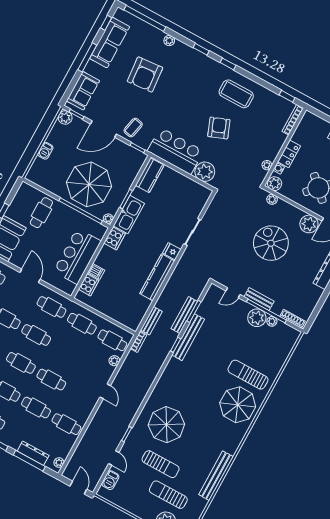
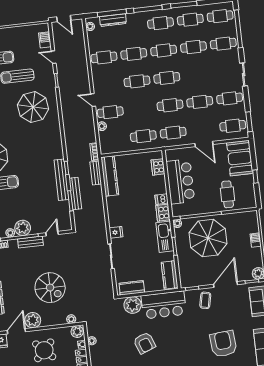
kitchen counter: (194, 188) -> (132, 288), added
dishwasher: (96, 271) -> (162, 199), moved
kitchen counter: (157, 277) -> (110, 176), moved
cafe table: (112, 340) -> (110, 112), moved

